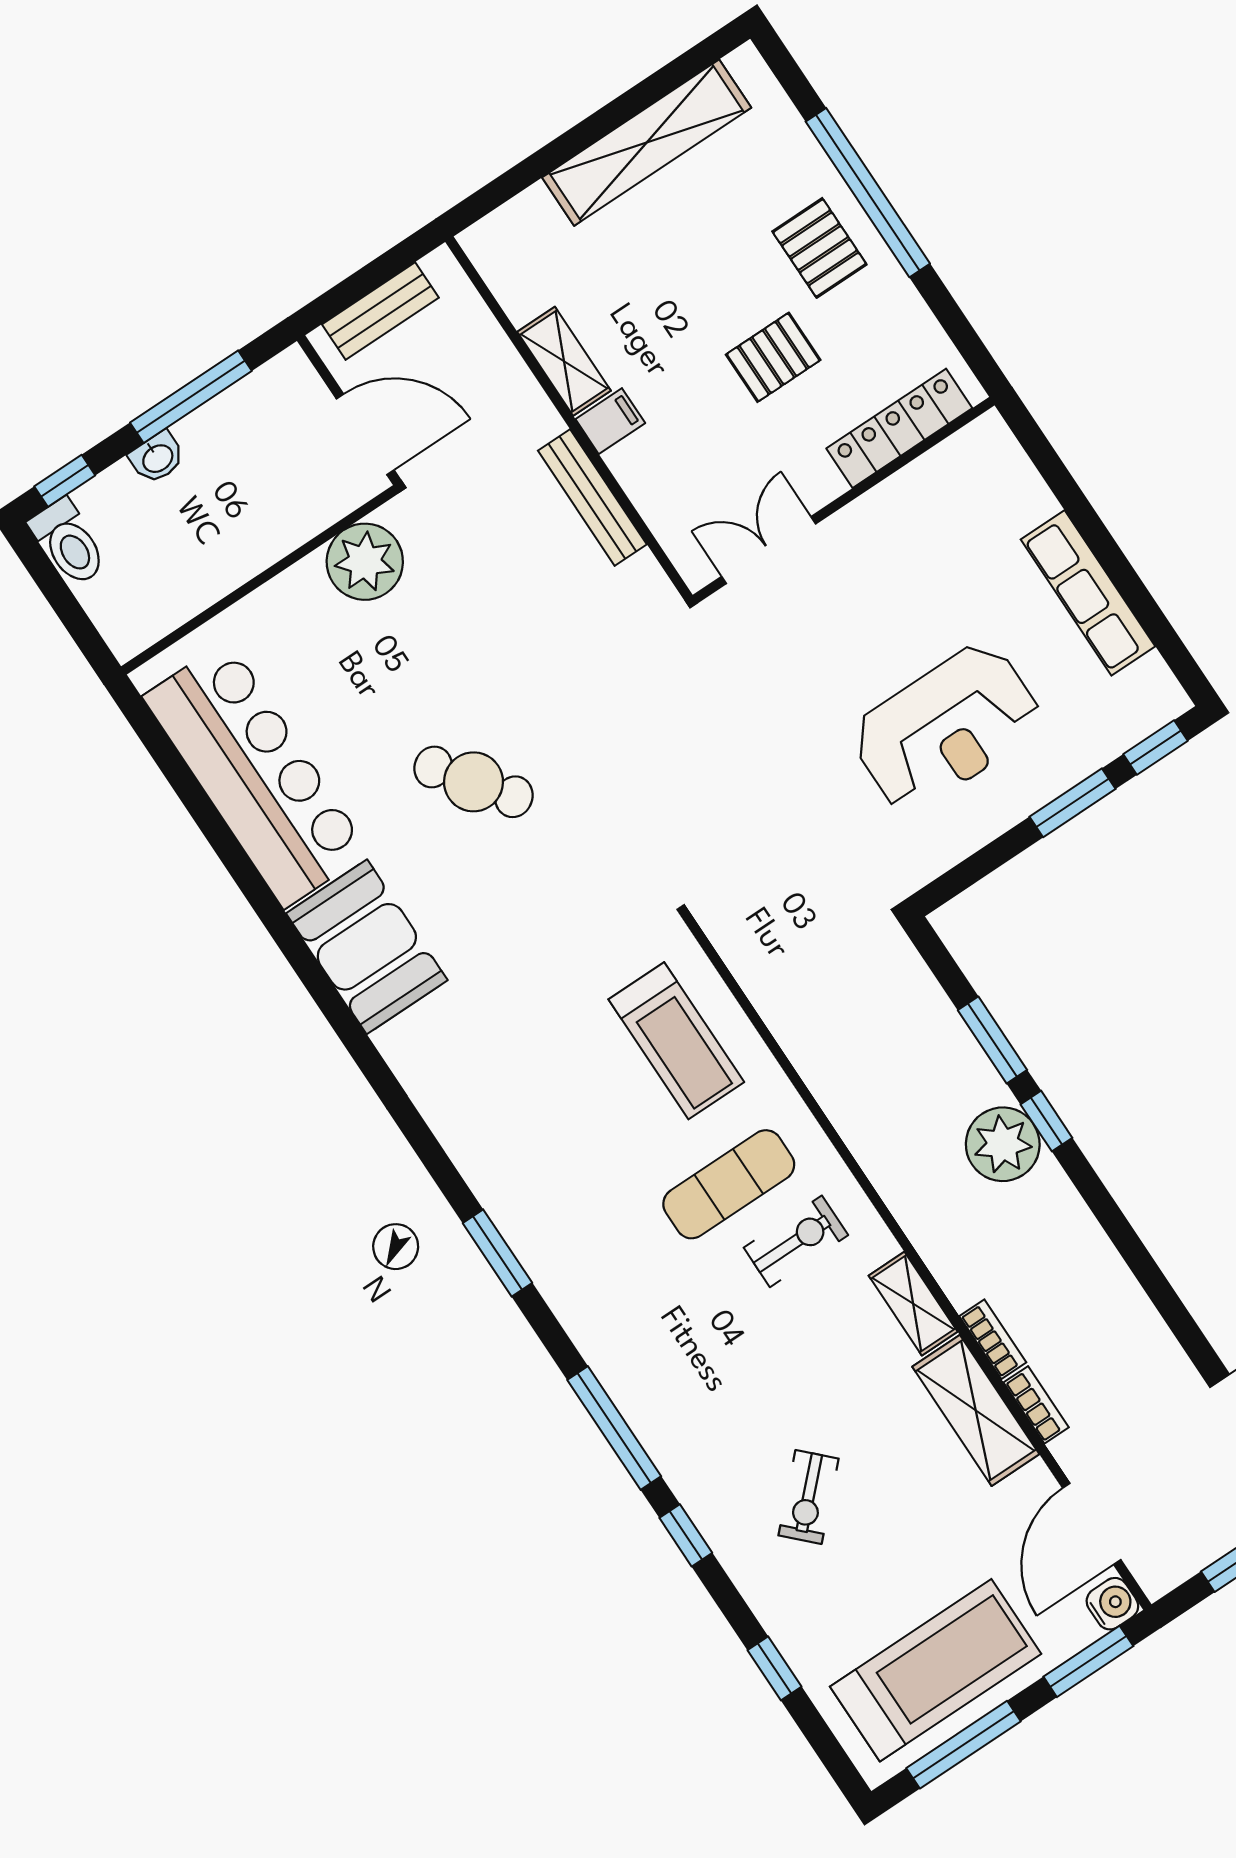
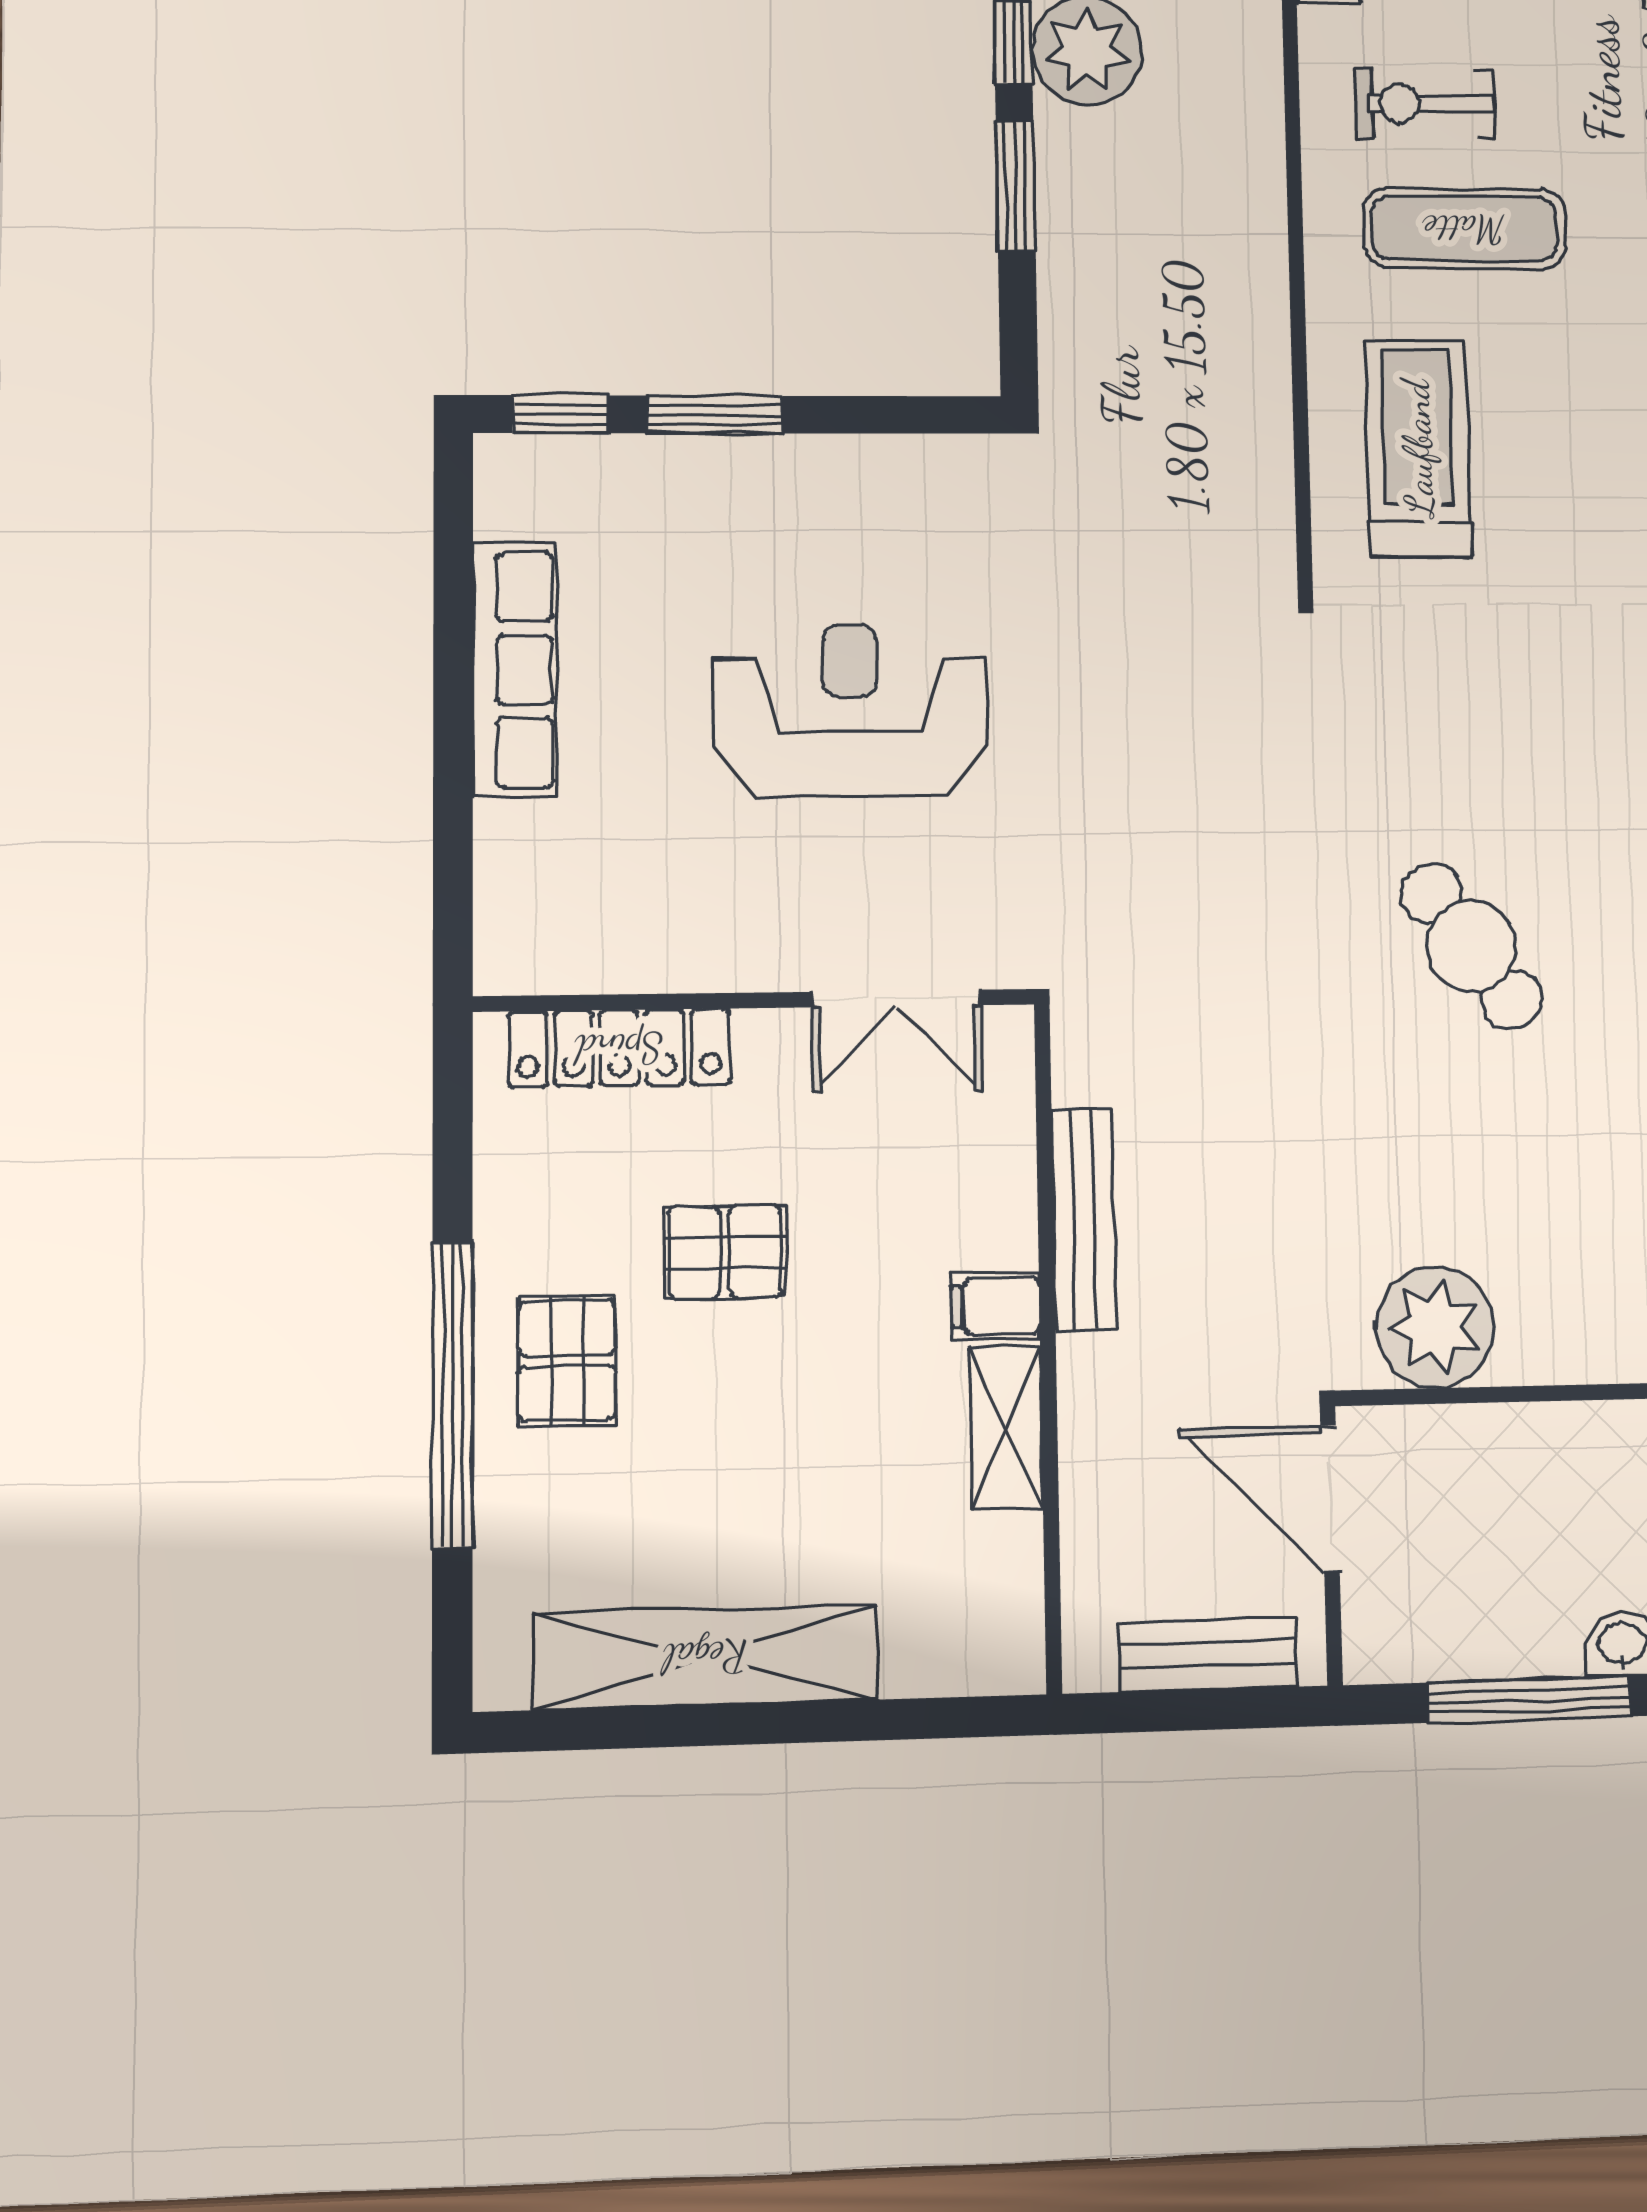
reception desk: (946, 728) -> (850, 710), moved

